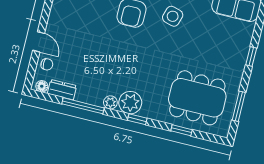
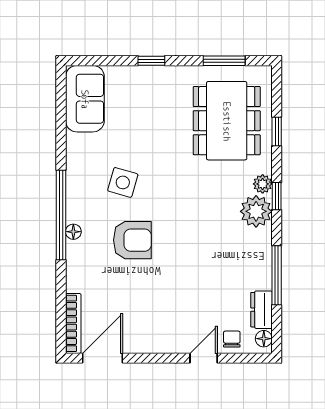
plant: (110, 102) -> (263, 184), moved

